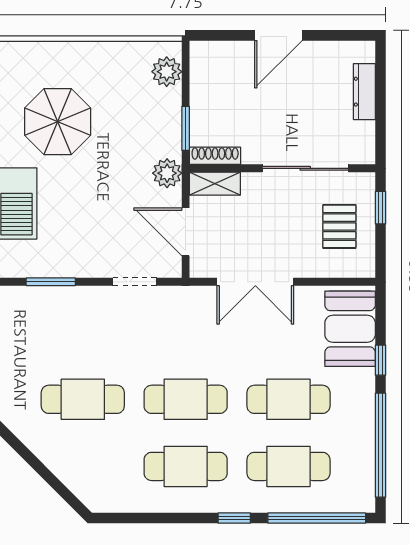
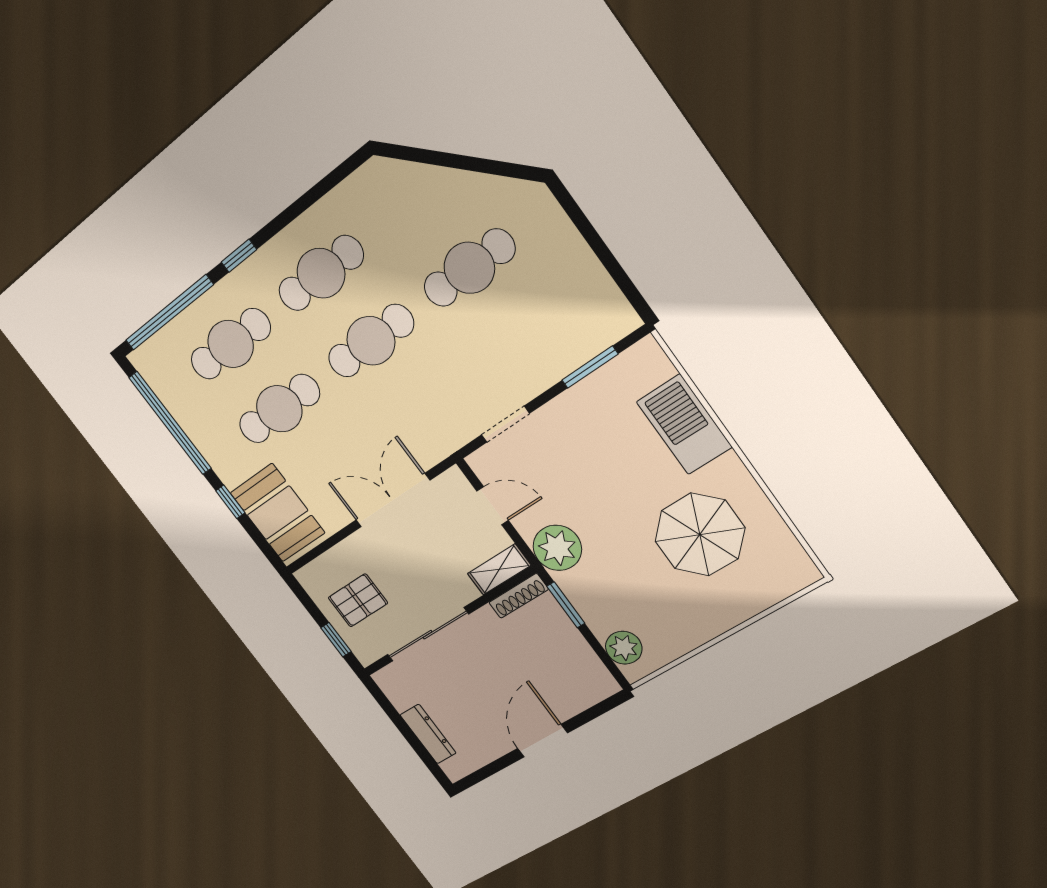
plant: (167, 173) -> (557, 548), width x1.36, depth x1.36
pallet: (339, 226) -> (358, 600), turned 90
door: (186, 232) -> (493, 506), width x0.73

